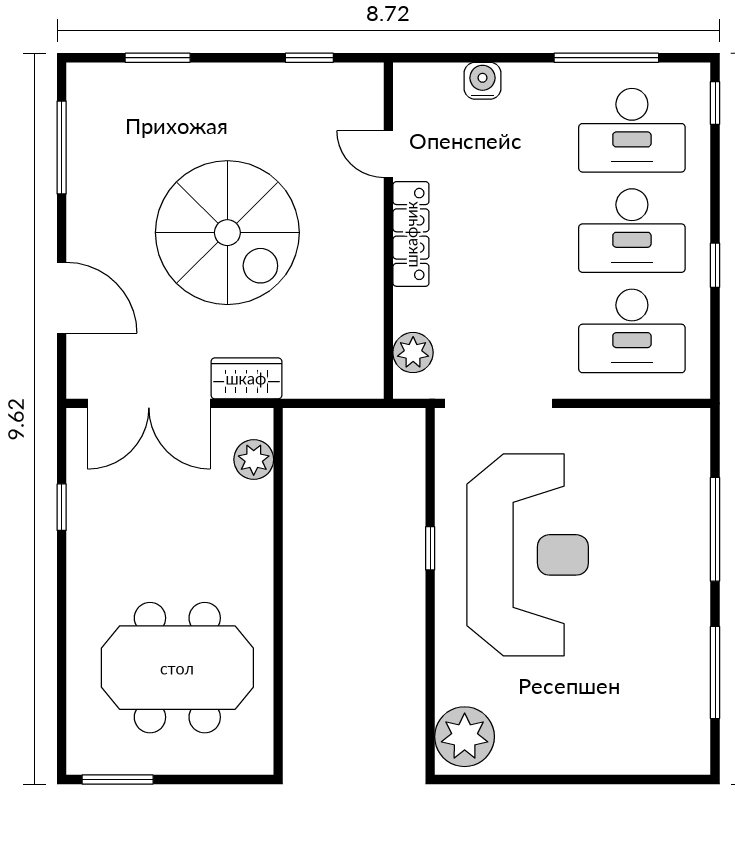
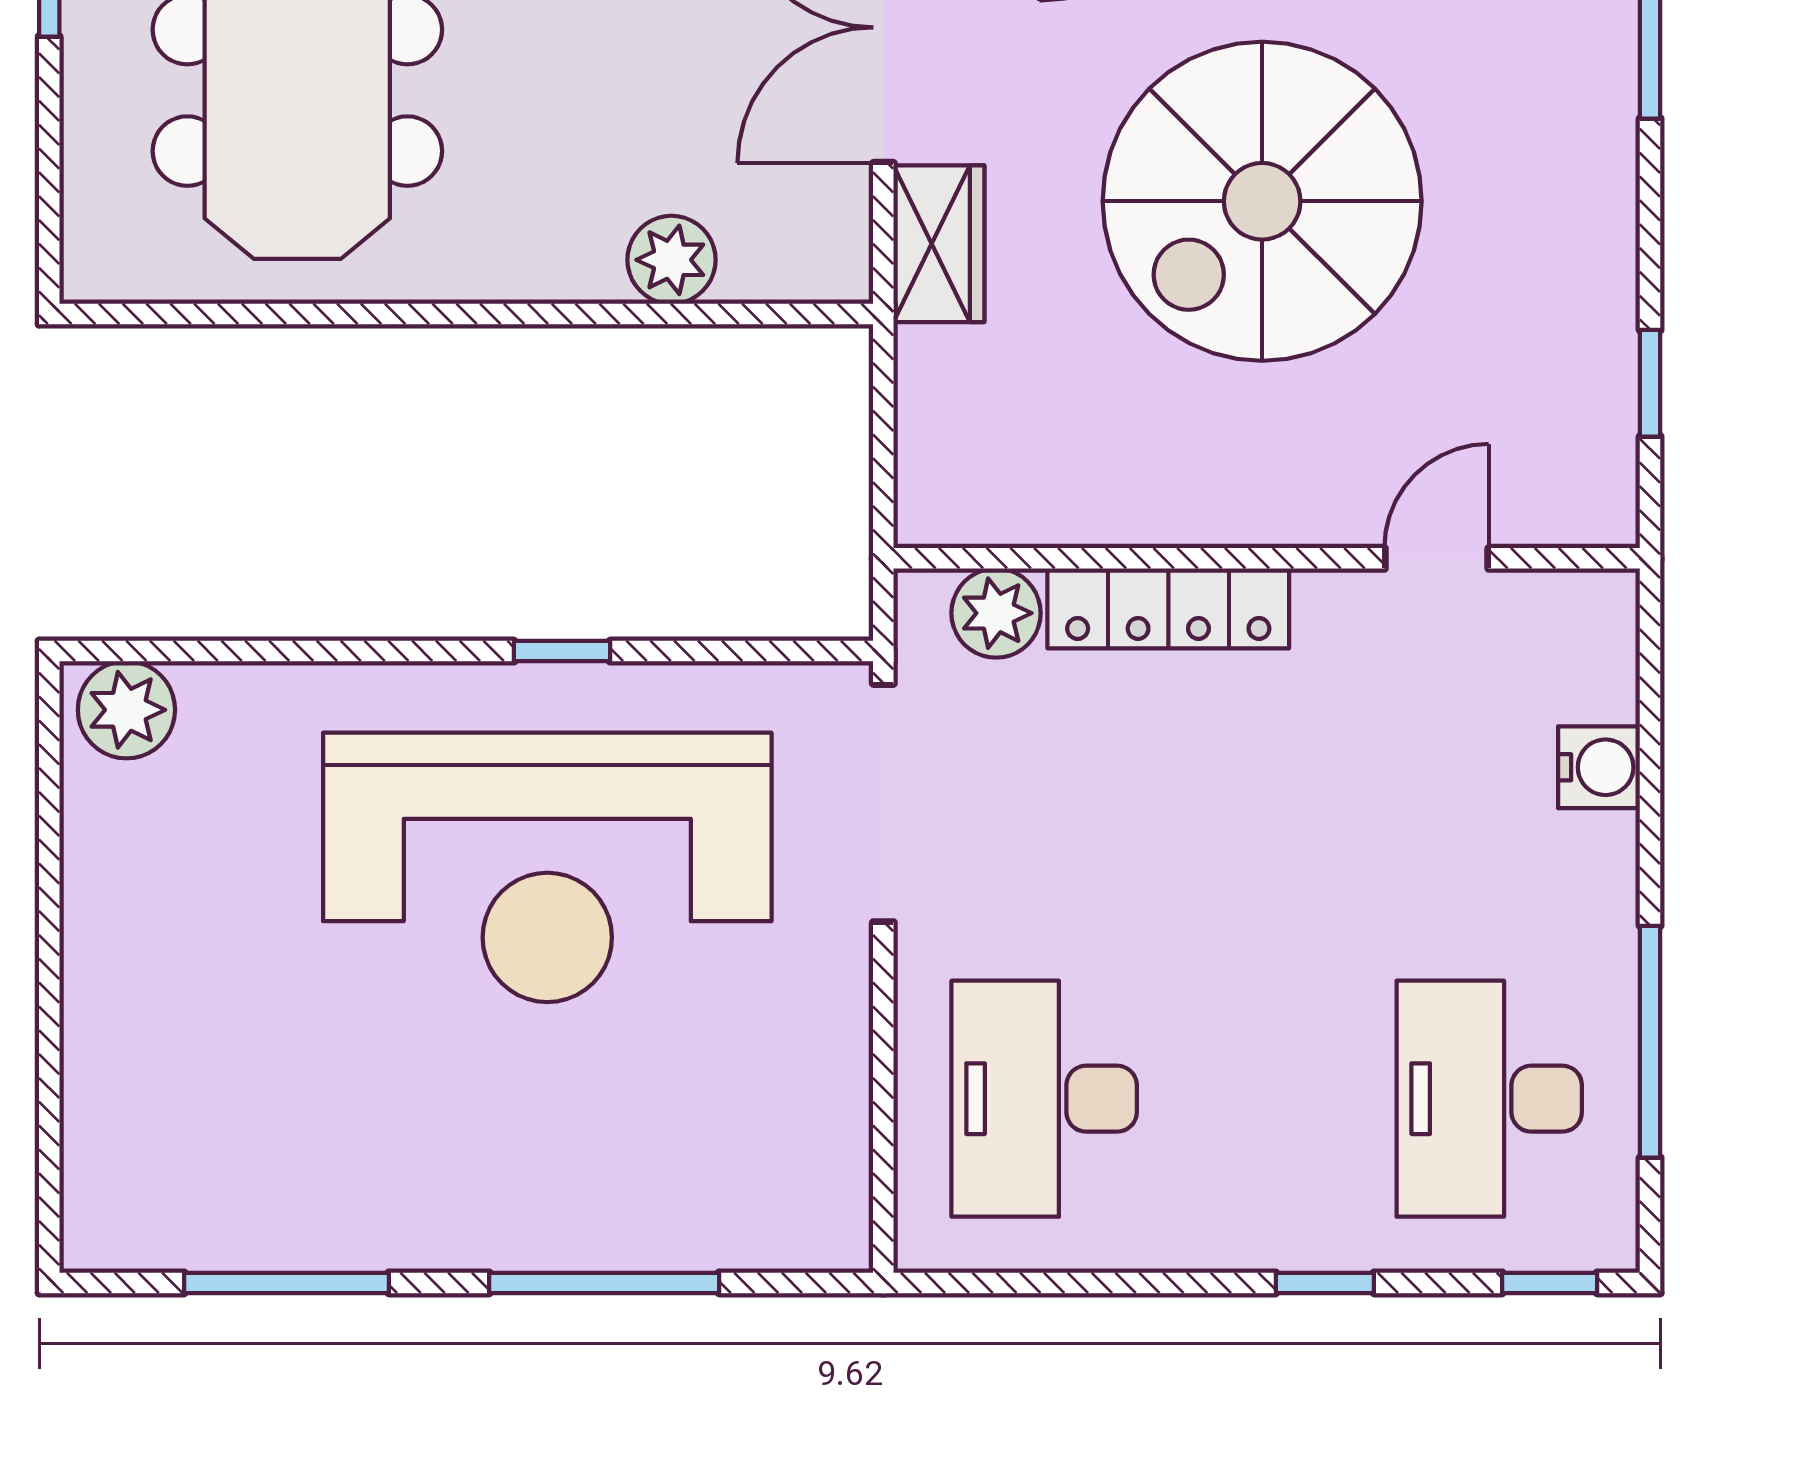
desk: (632, 231) -> (1267, 1099), removed
locker: (411, 234) -> (1168, 608), moved
window: (715, 265) -> (1325, 1283), moved
plant: (254, 459) -> (671, 260), moved
plant: (465, 737) -> (126, 710), width x0.73, depth x0.73

